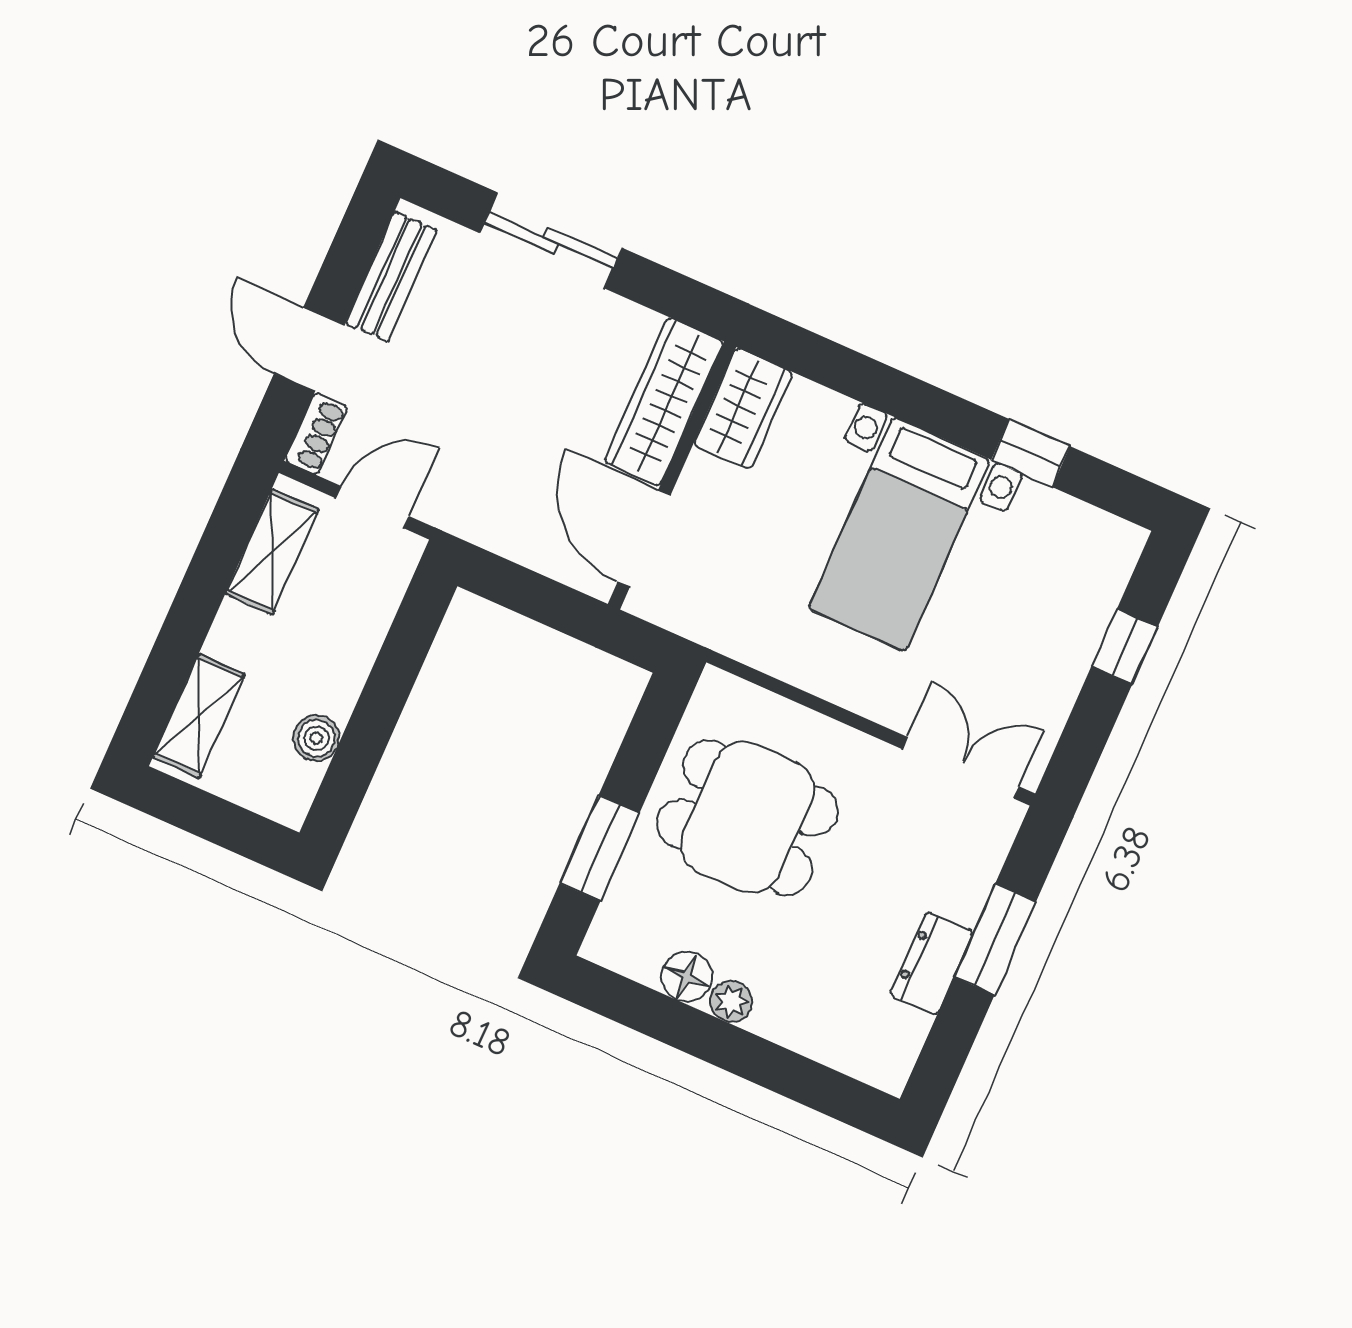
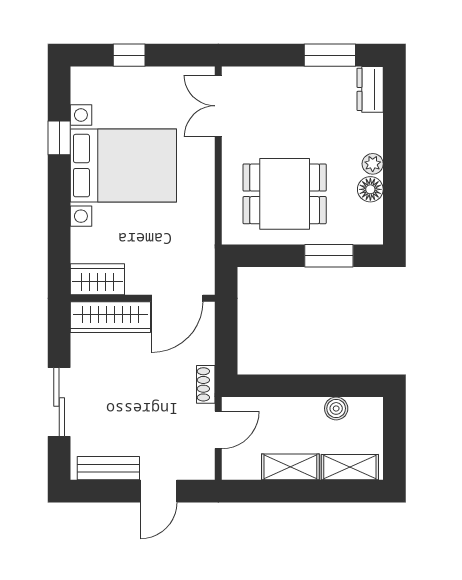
shoe rack: (316, 434) -> (206, 384), moved, turned -90
door: (372, 507) -> (218, 430), swing flipped
bed with nightstands: (899, 534) -> (123, 166), width x1.36
shelving: (272, 552) -> (290, 467), moved
dining table: (747, 817) -> (285, 194), turned 90
window: (995, 939) -> (330, 55), moved
dresser: (932, 963) -> (370, 89), moved, turned 90

